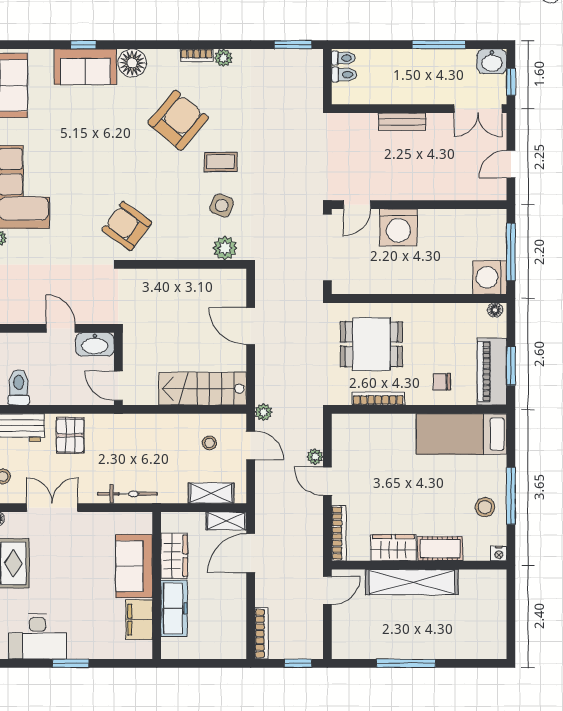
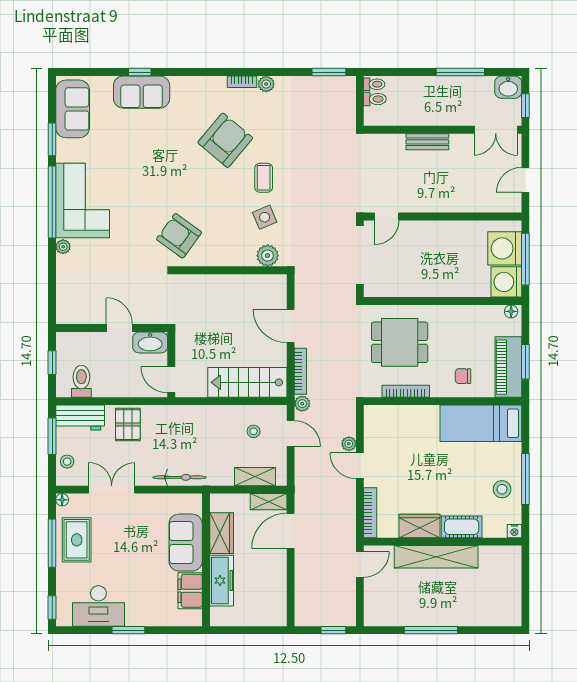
floor lamp: (132, 63) -> (184, 89), removed
coffee table: (221, 162) -> (264, 178), turned 90
side table: (222, 206) -> (265, 217), turned 45
washing machine: (398, 227) -> (505, 248), moved, turned 90
bookcase: (261, 633) -> (300, 371), moved

